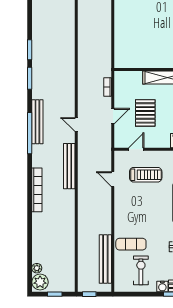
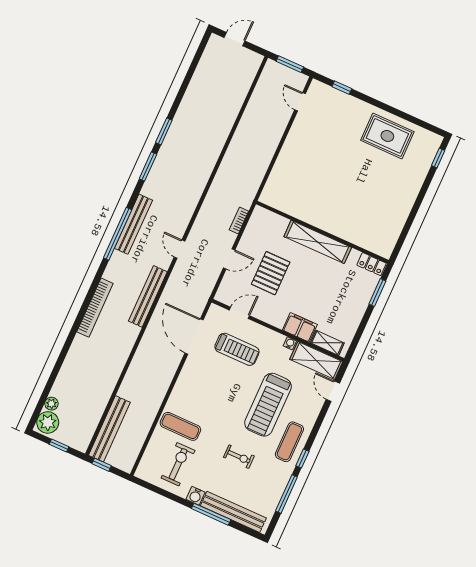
door: (113, 179) -> (194, 336), width x1.88
bench: (105, 259) -> (109, 429), moved

